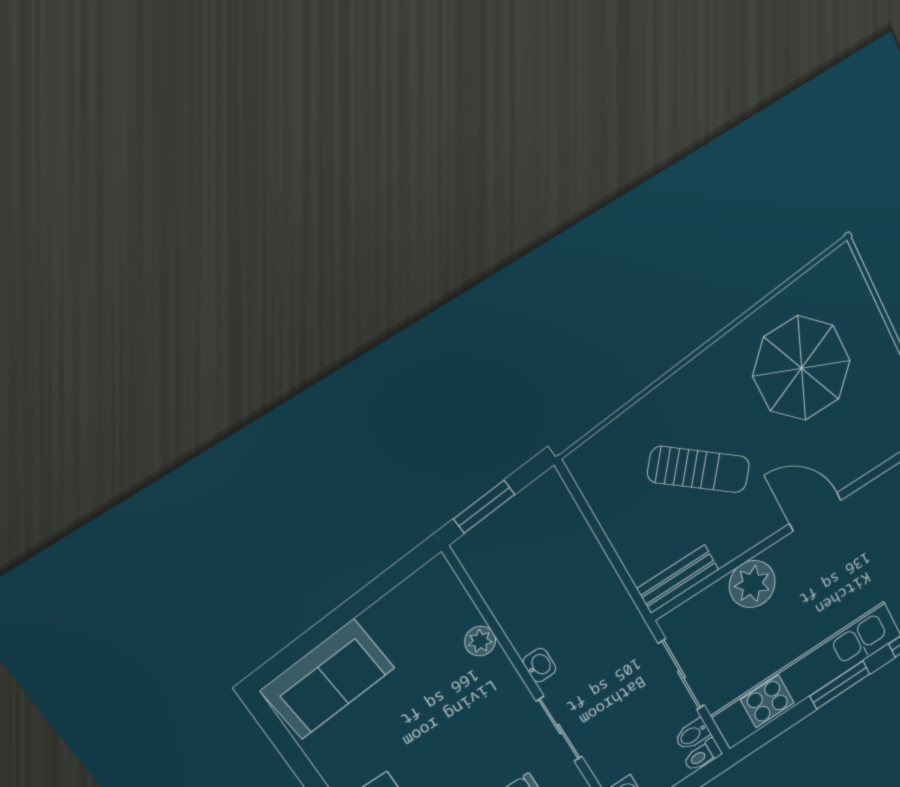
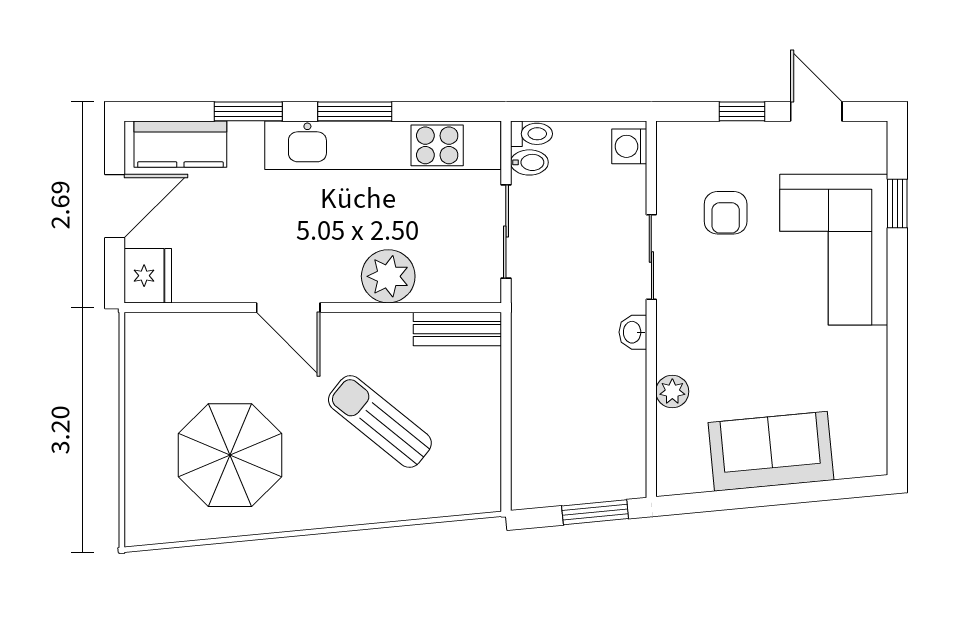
sofa: (328, 679) -> (771, 451), moved

